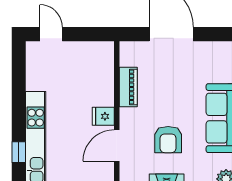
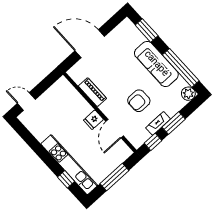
armchair: (168, 140) -> (139, 101), turned 90

